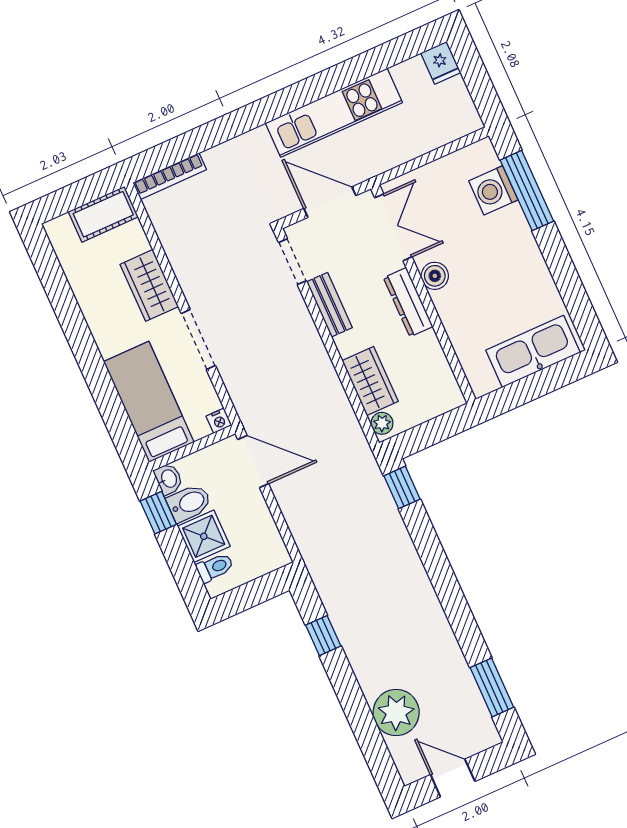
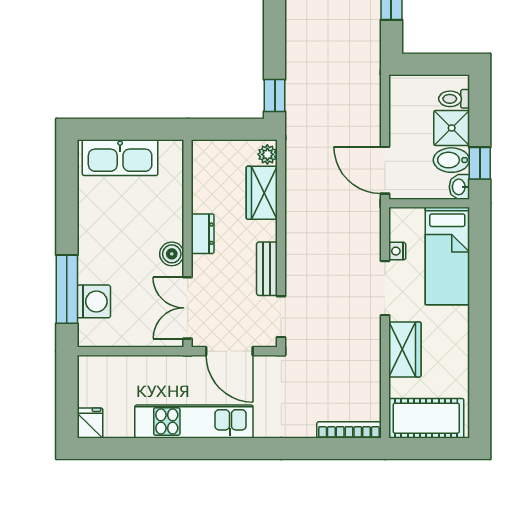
cot: (103, 214) -> (426, 418), width x1.37, depth x1.34
dresser: (408, 302) -> (203, 234), width x0.70
nightstand: (219, 421) -> (397, 251), moved, turned -90

